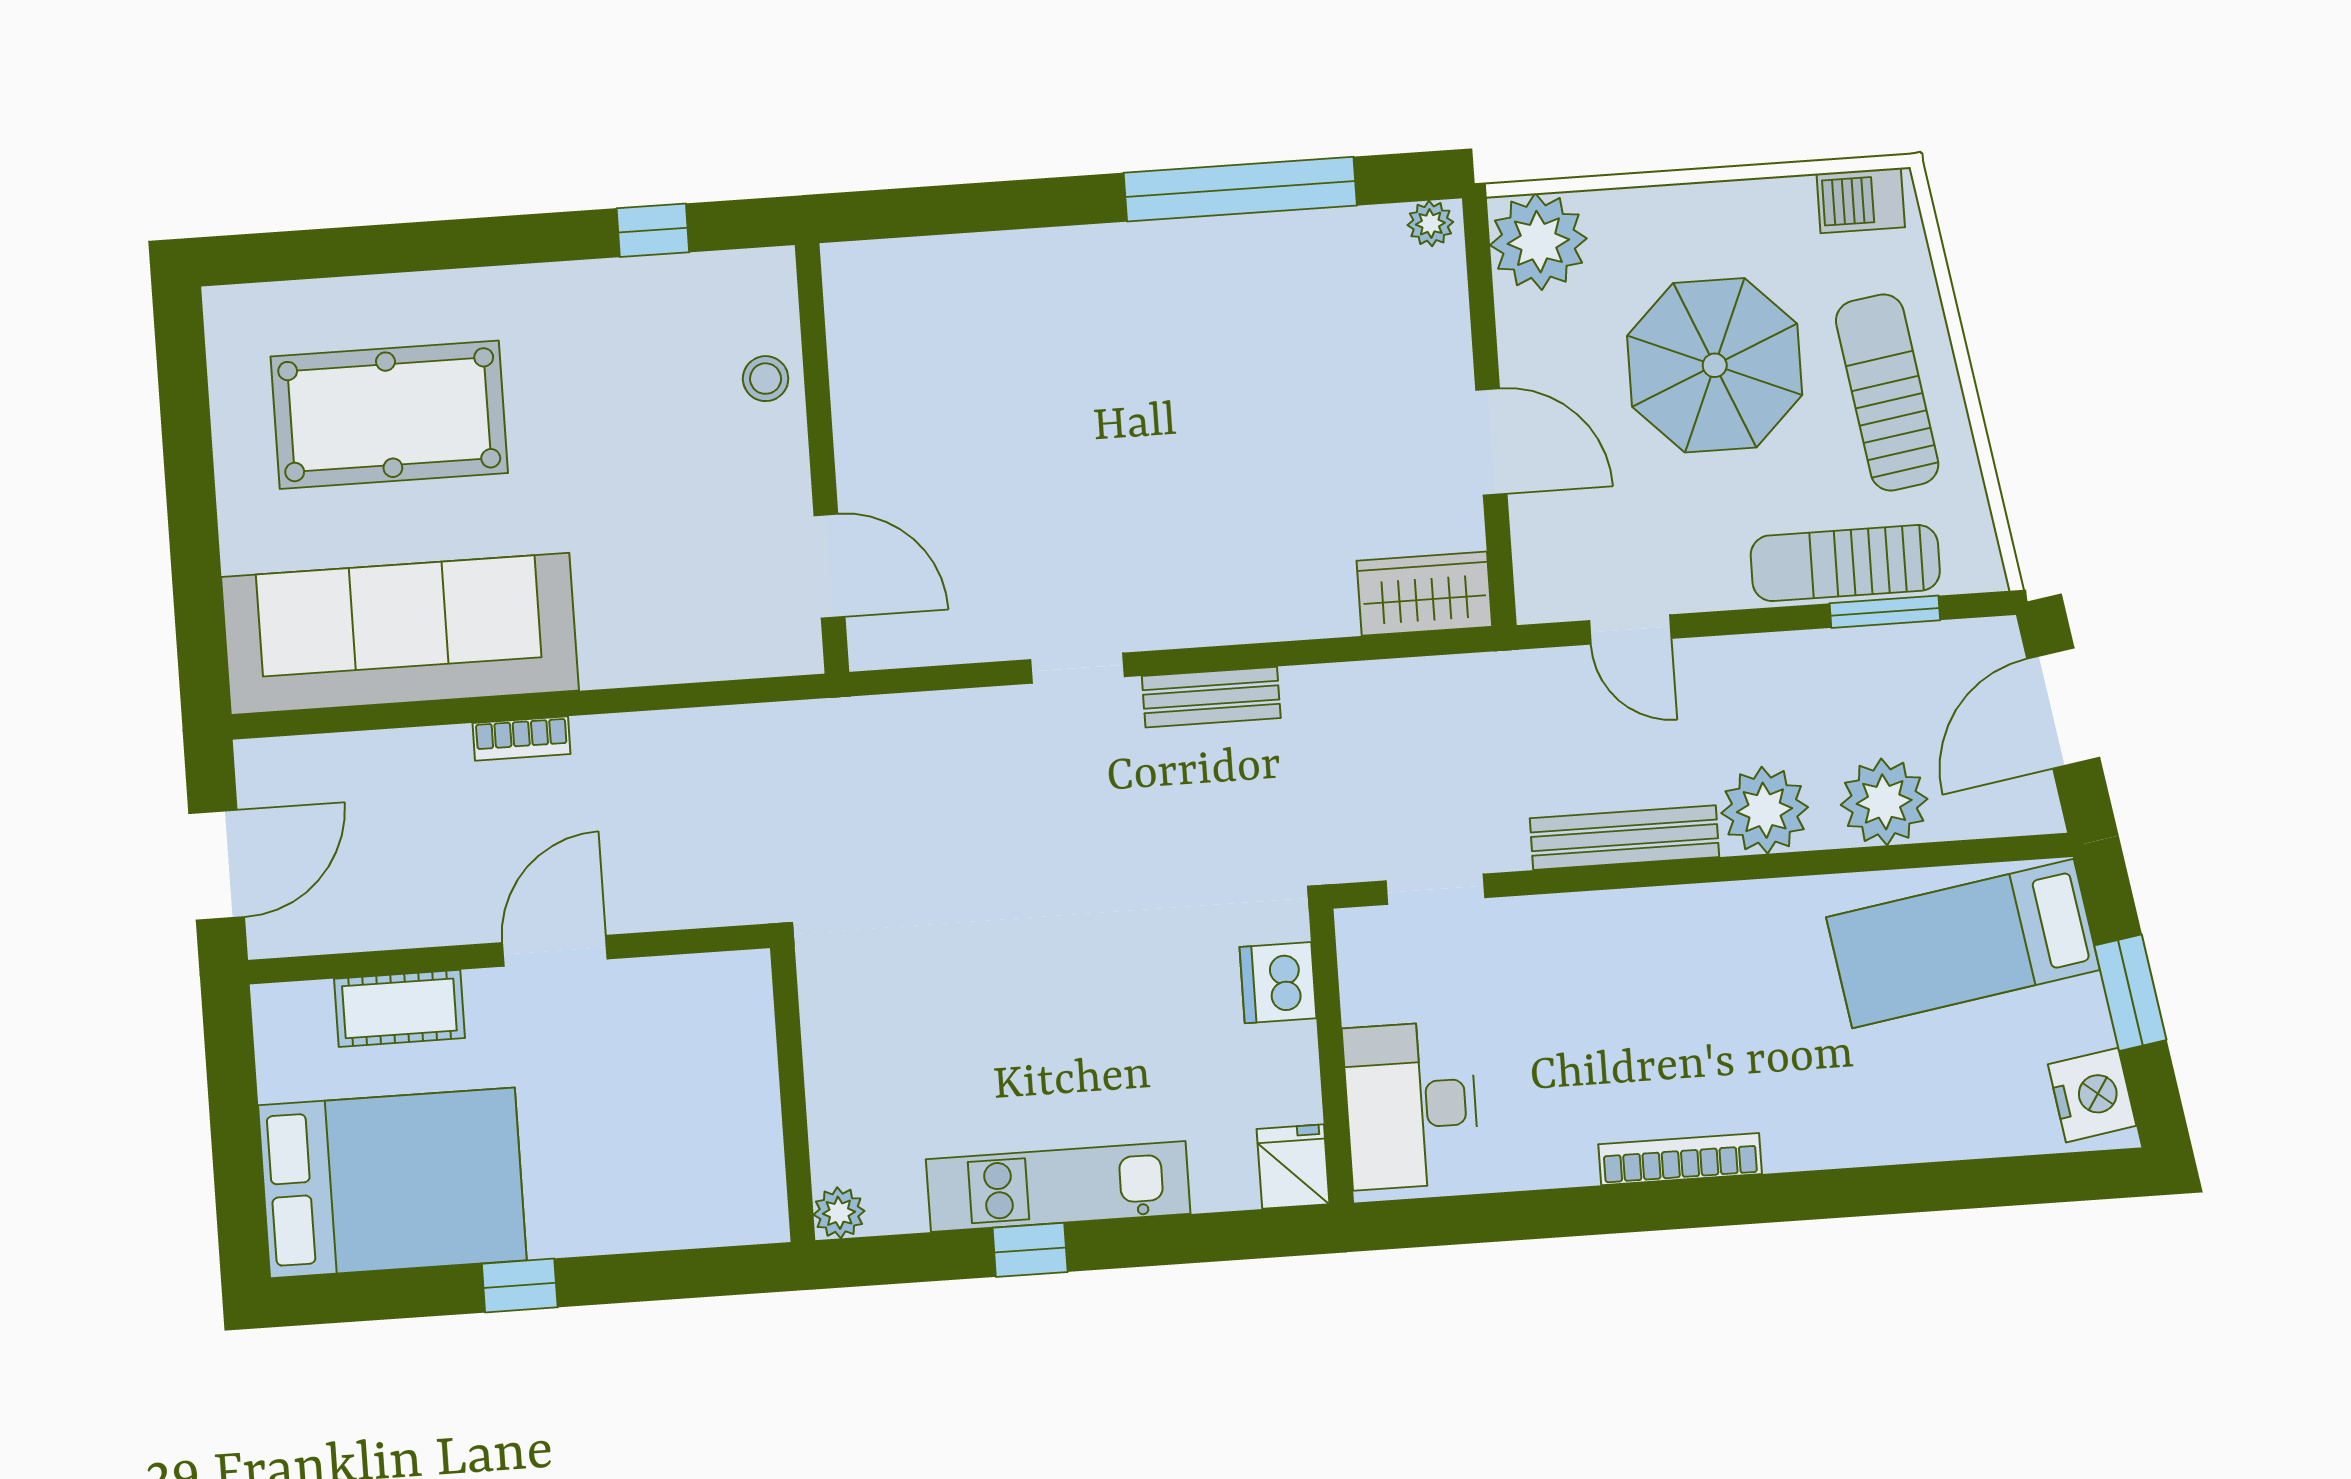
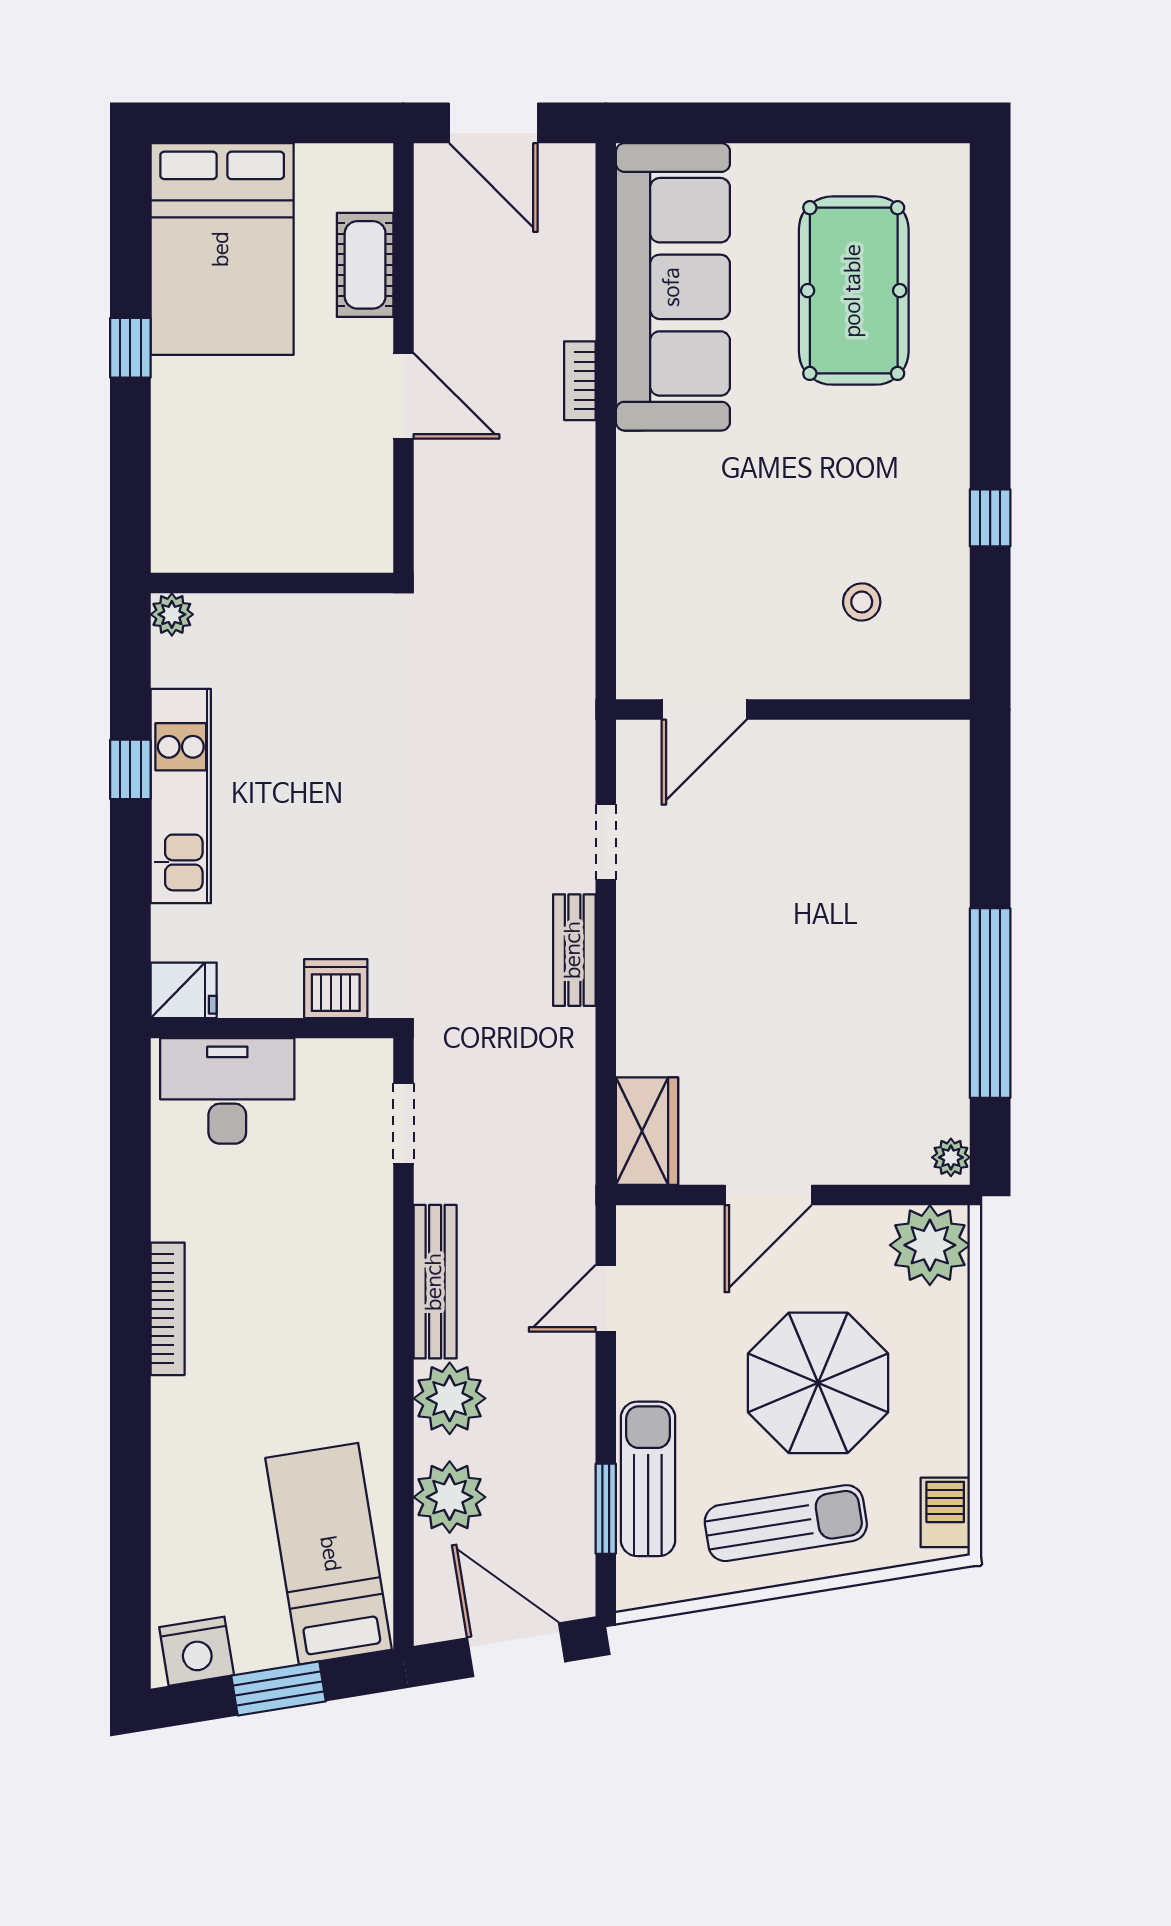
wall: (822, 458) -> (793, 710), moved
door: (829, 566) -> (704, 710), moved

